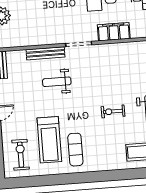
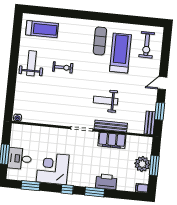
filing cabinet: (114, 32) -> (112, 140), moved
weight bench: (57, 82) -> (106, 101), turned 180

